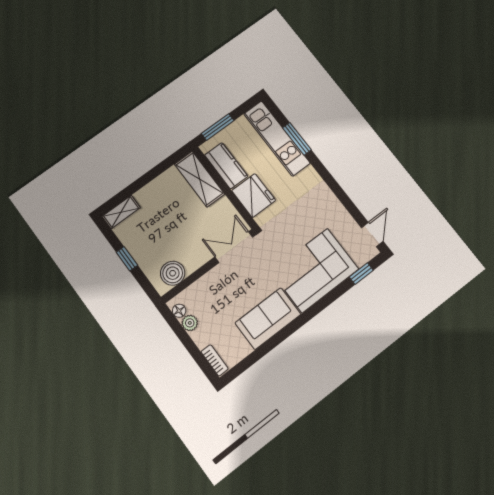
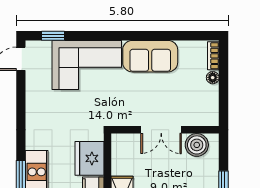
double door: (234, 247) -> (161, 130), moved
floor lamp: (179, 311) -> (213, 78), moved
plant: (190, 323) -> (211, 97), removed

